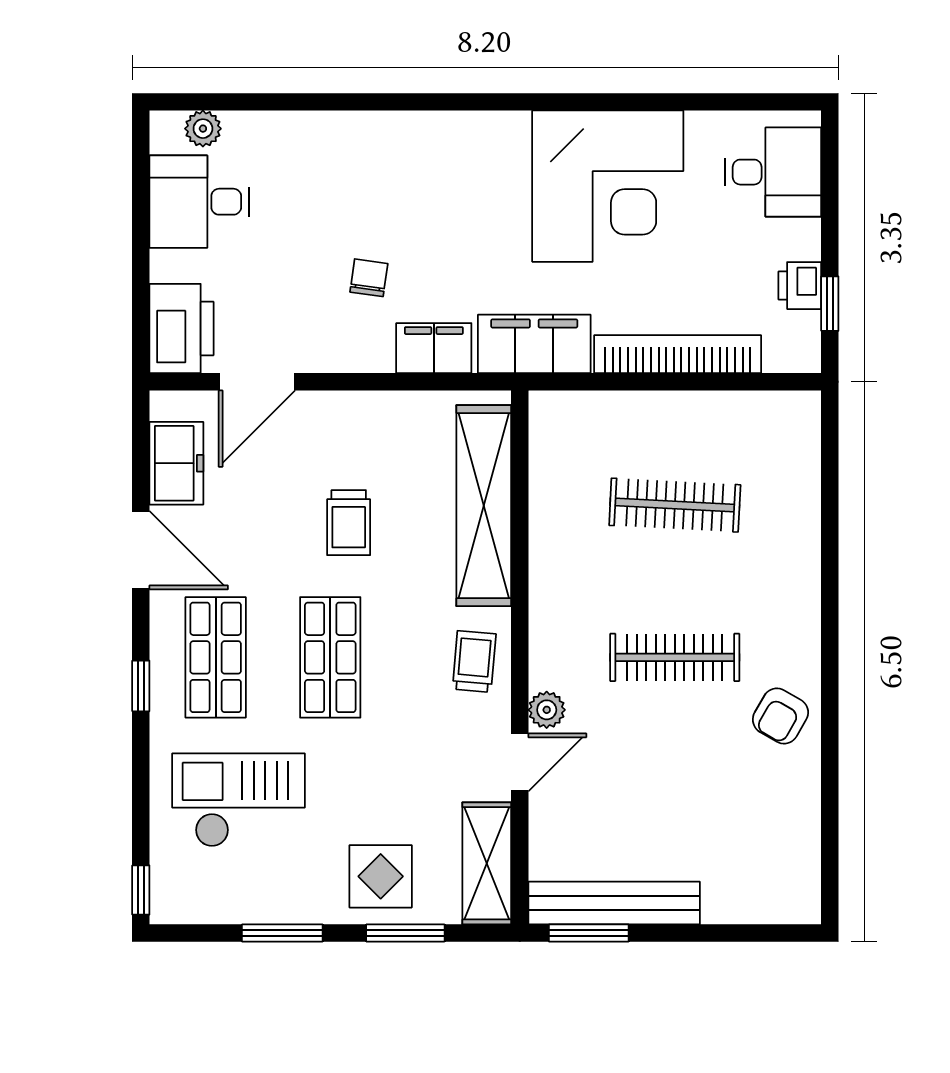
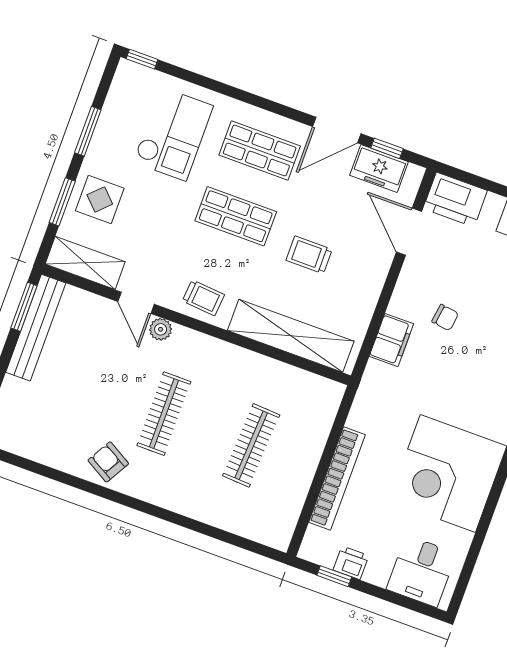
filing cabinet: (534, 344) -> (373, 398), removed
window: (141, 686) -> (387, 148), moved

